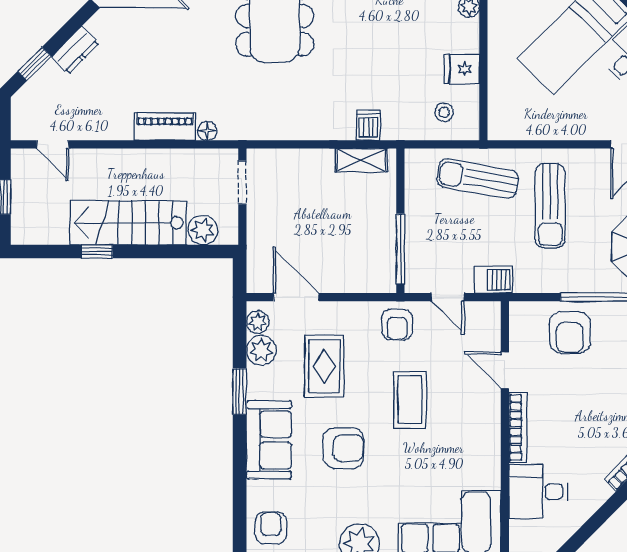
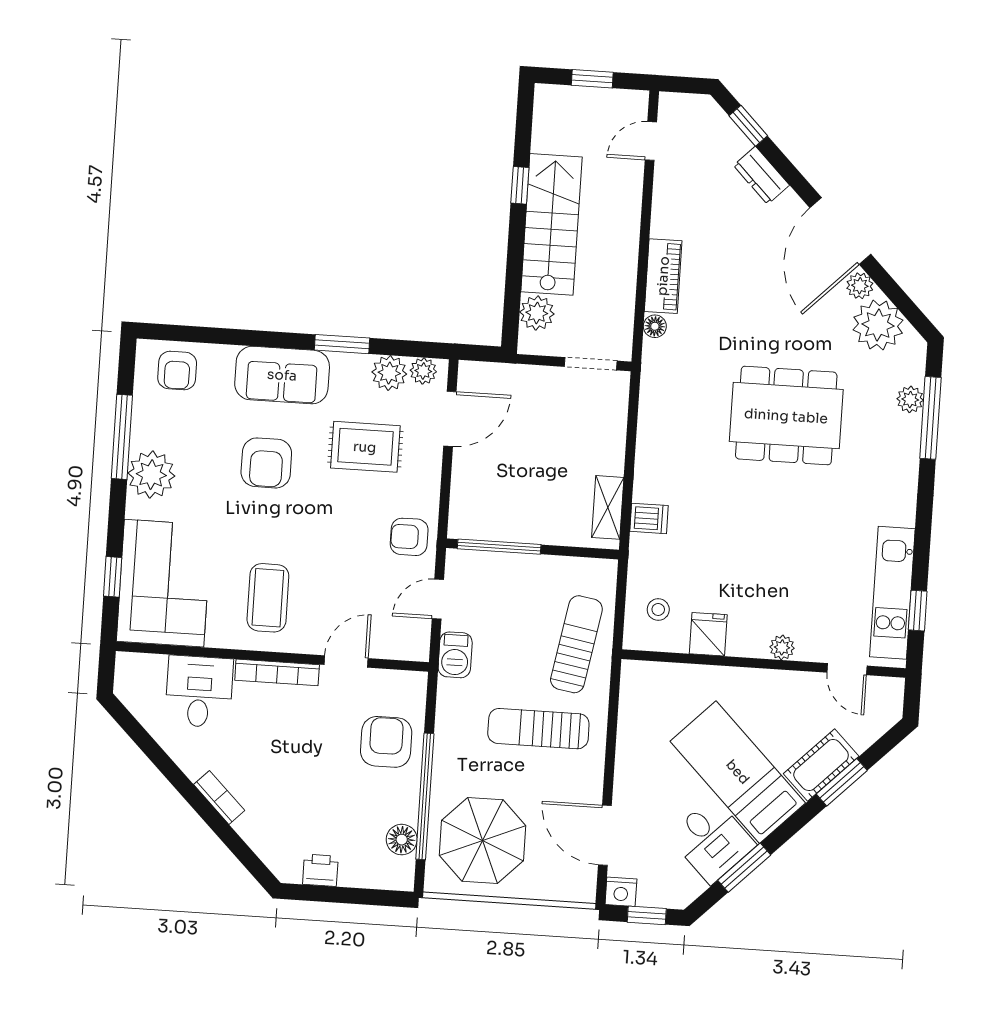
armchair: (570, 332) -> (386, 742), turned 90
coffee table: (410, 400) -> (268, 598), moved, turned 90
armchair: (271, 528) -> (177, 371), turned 90

